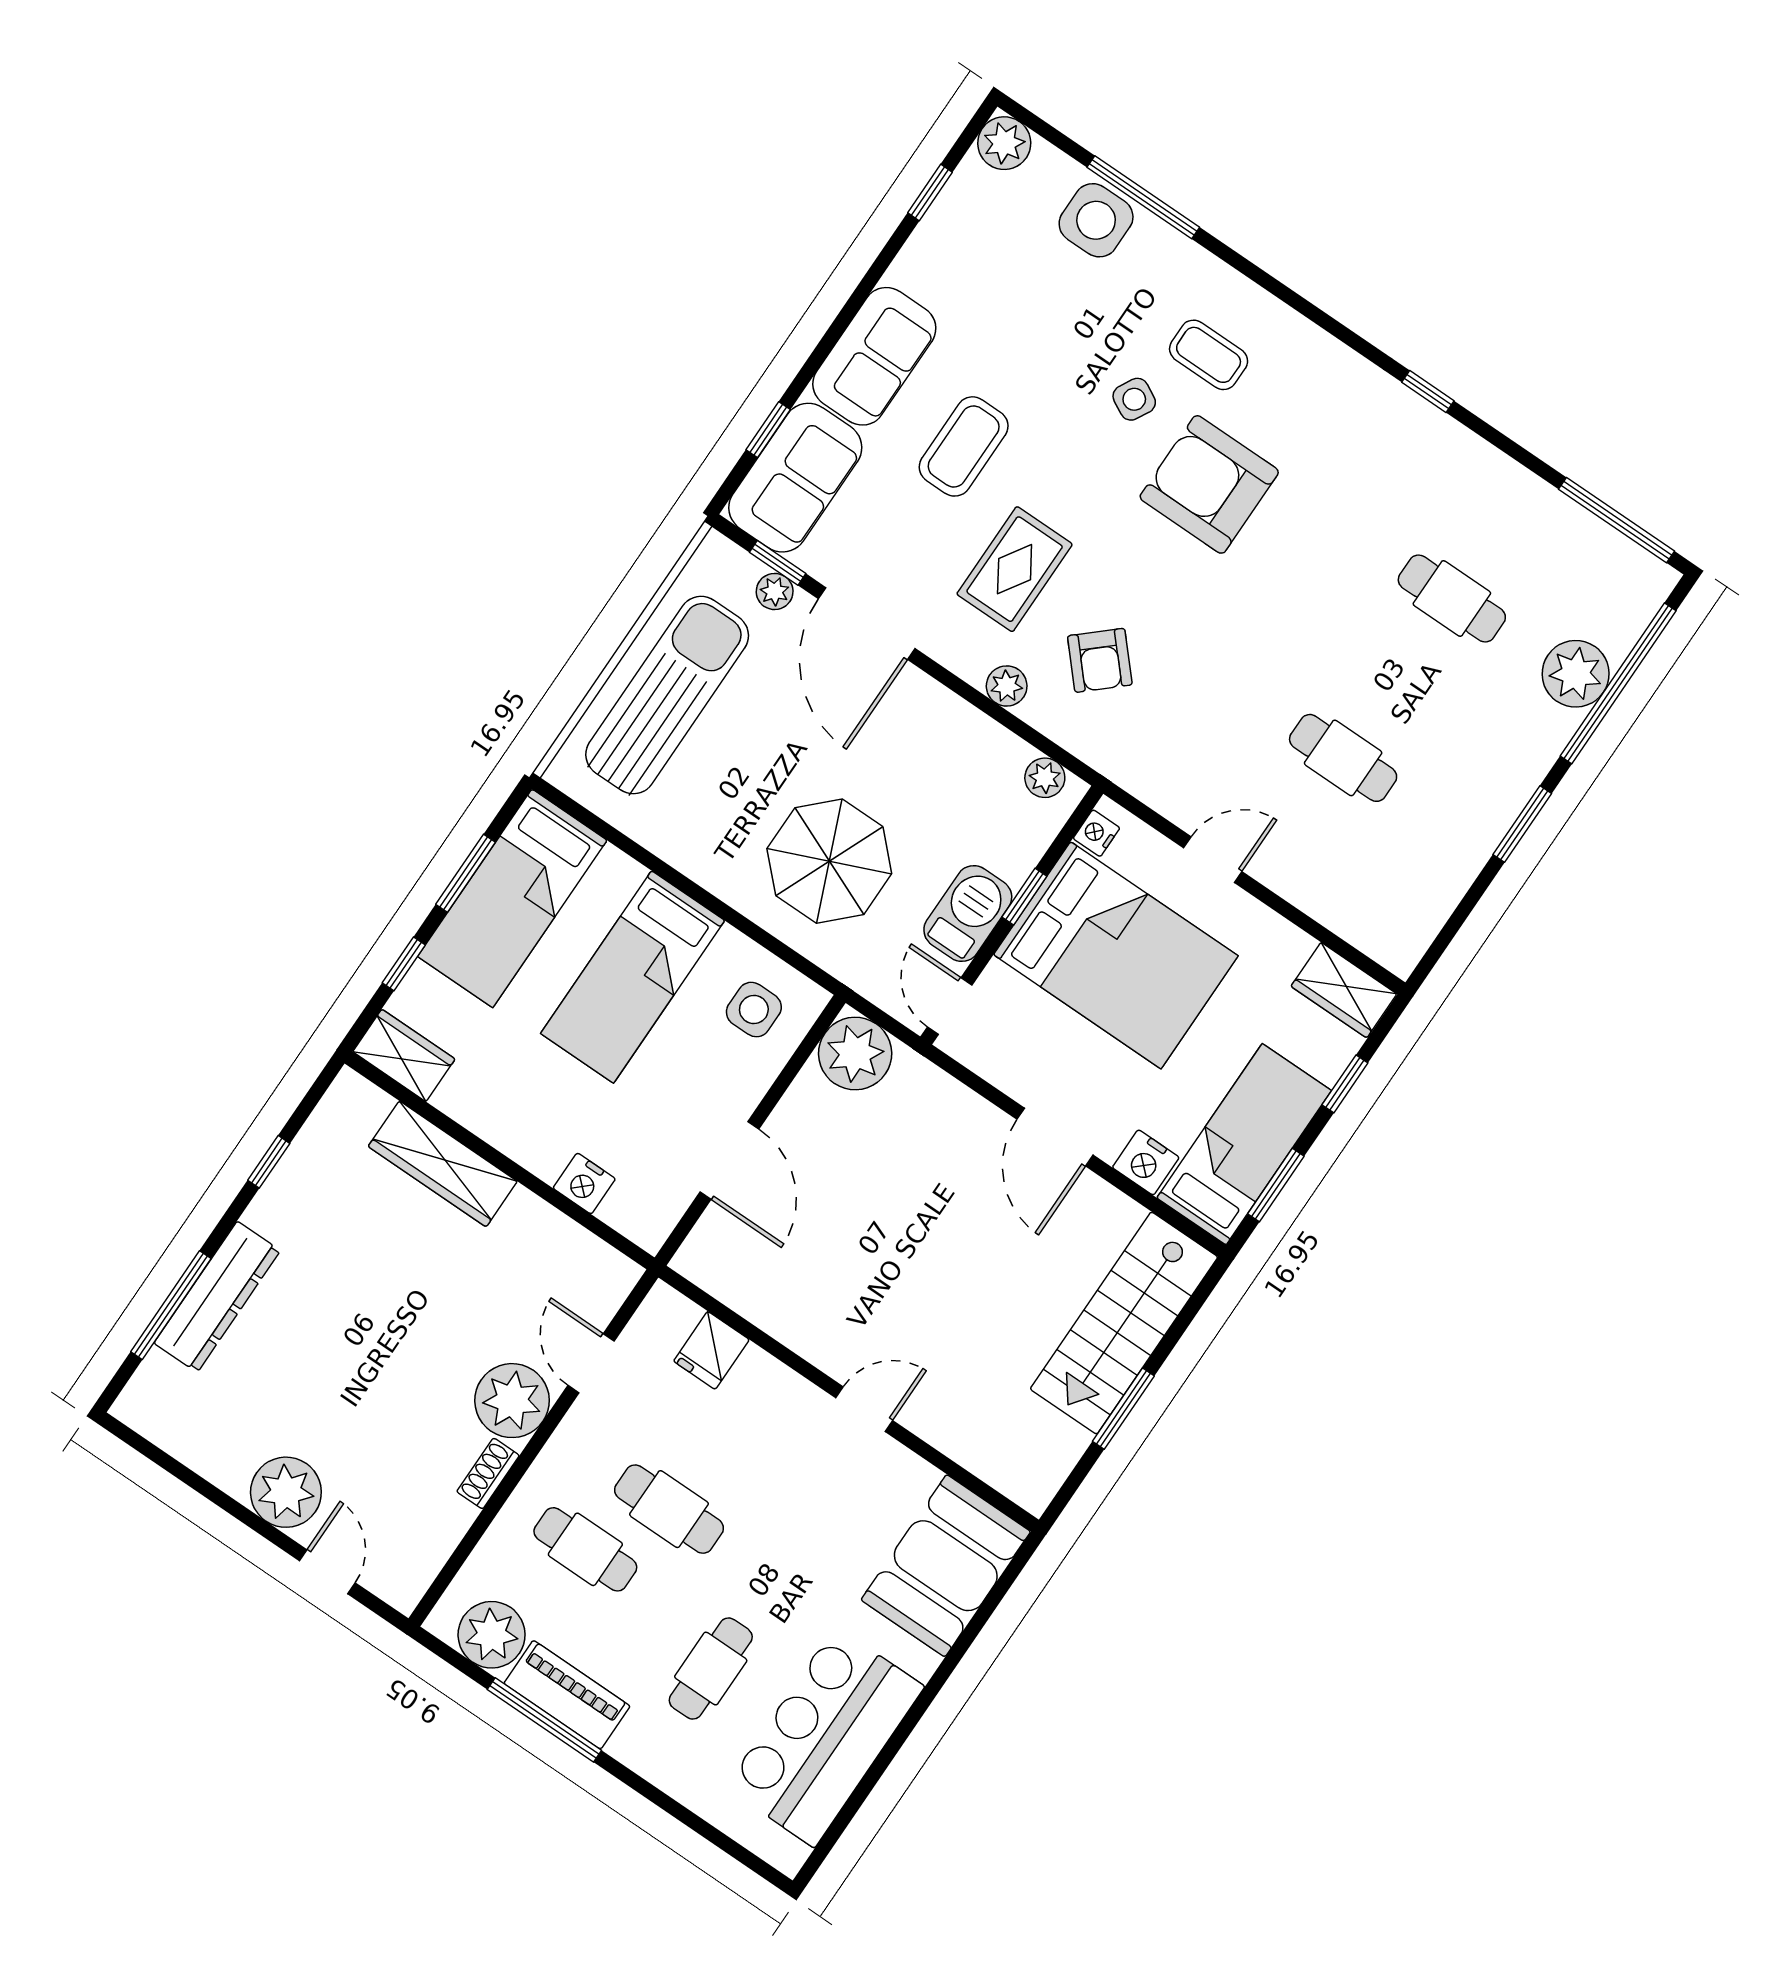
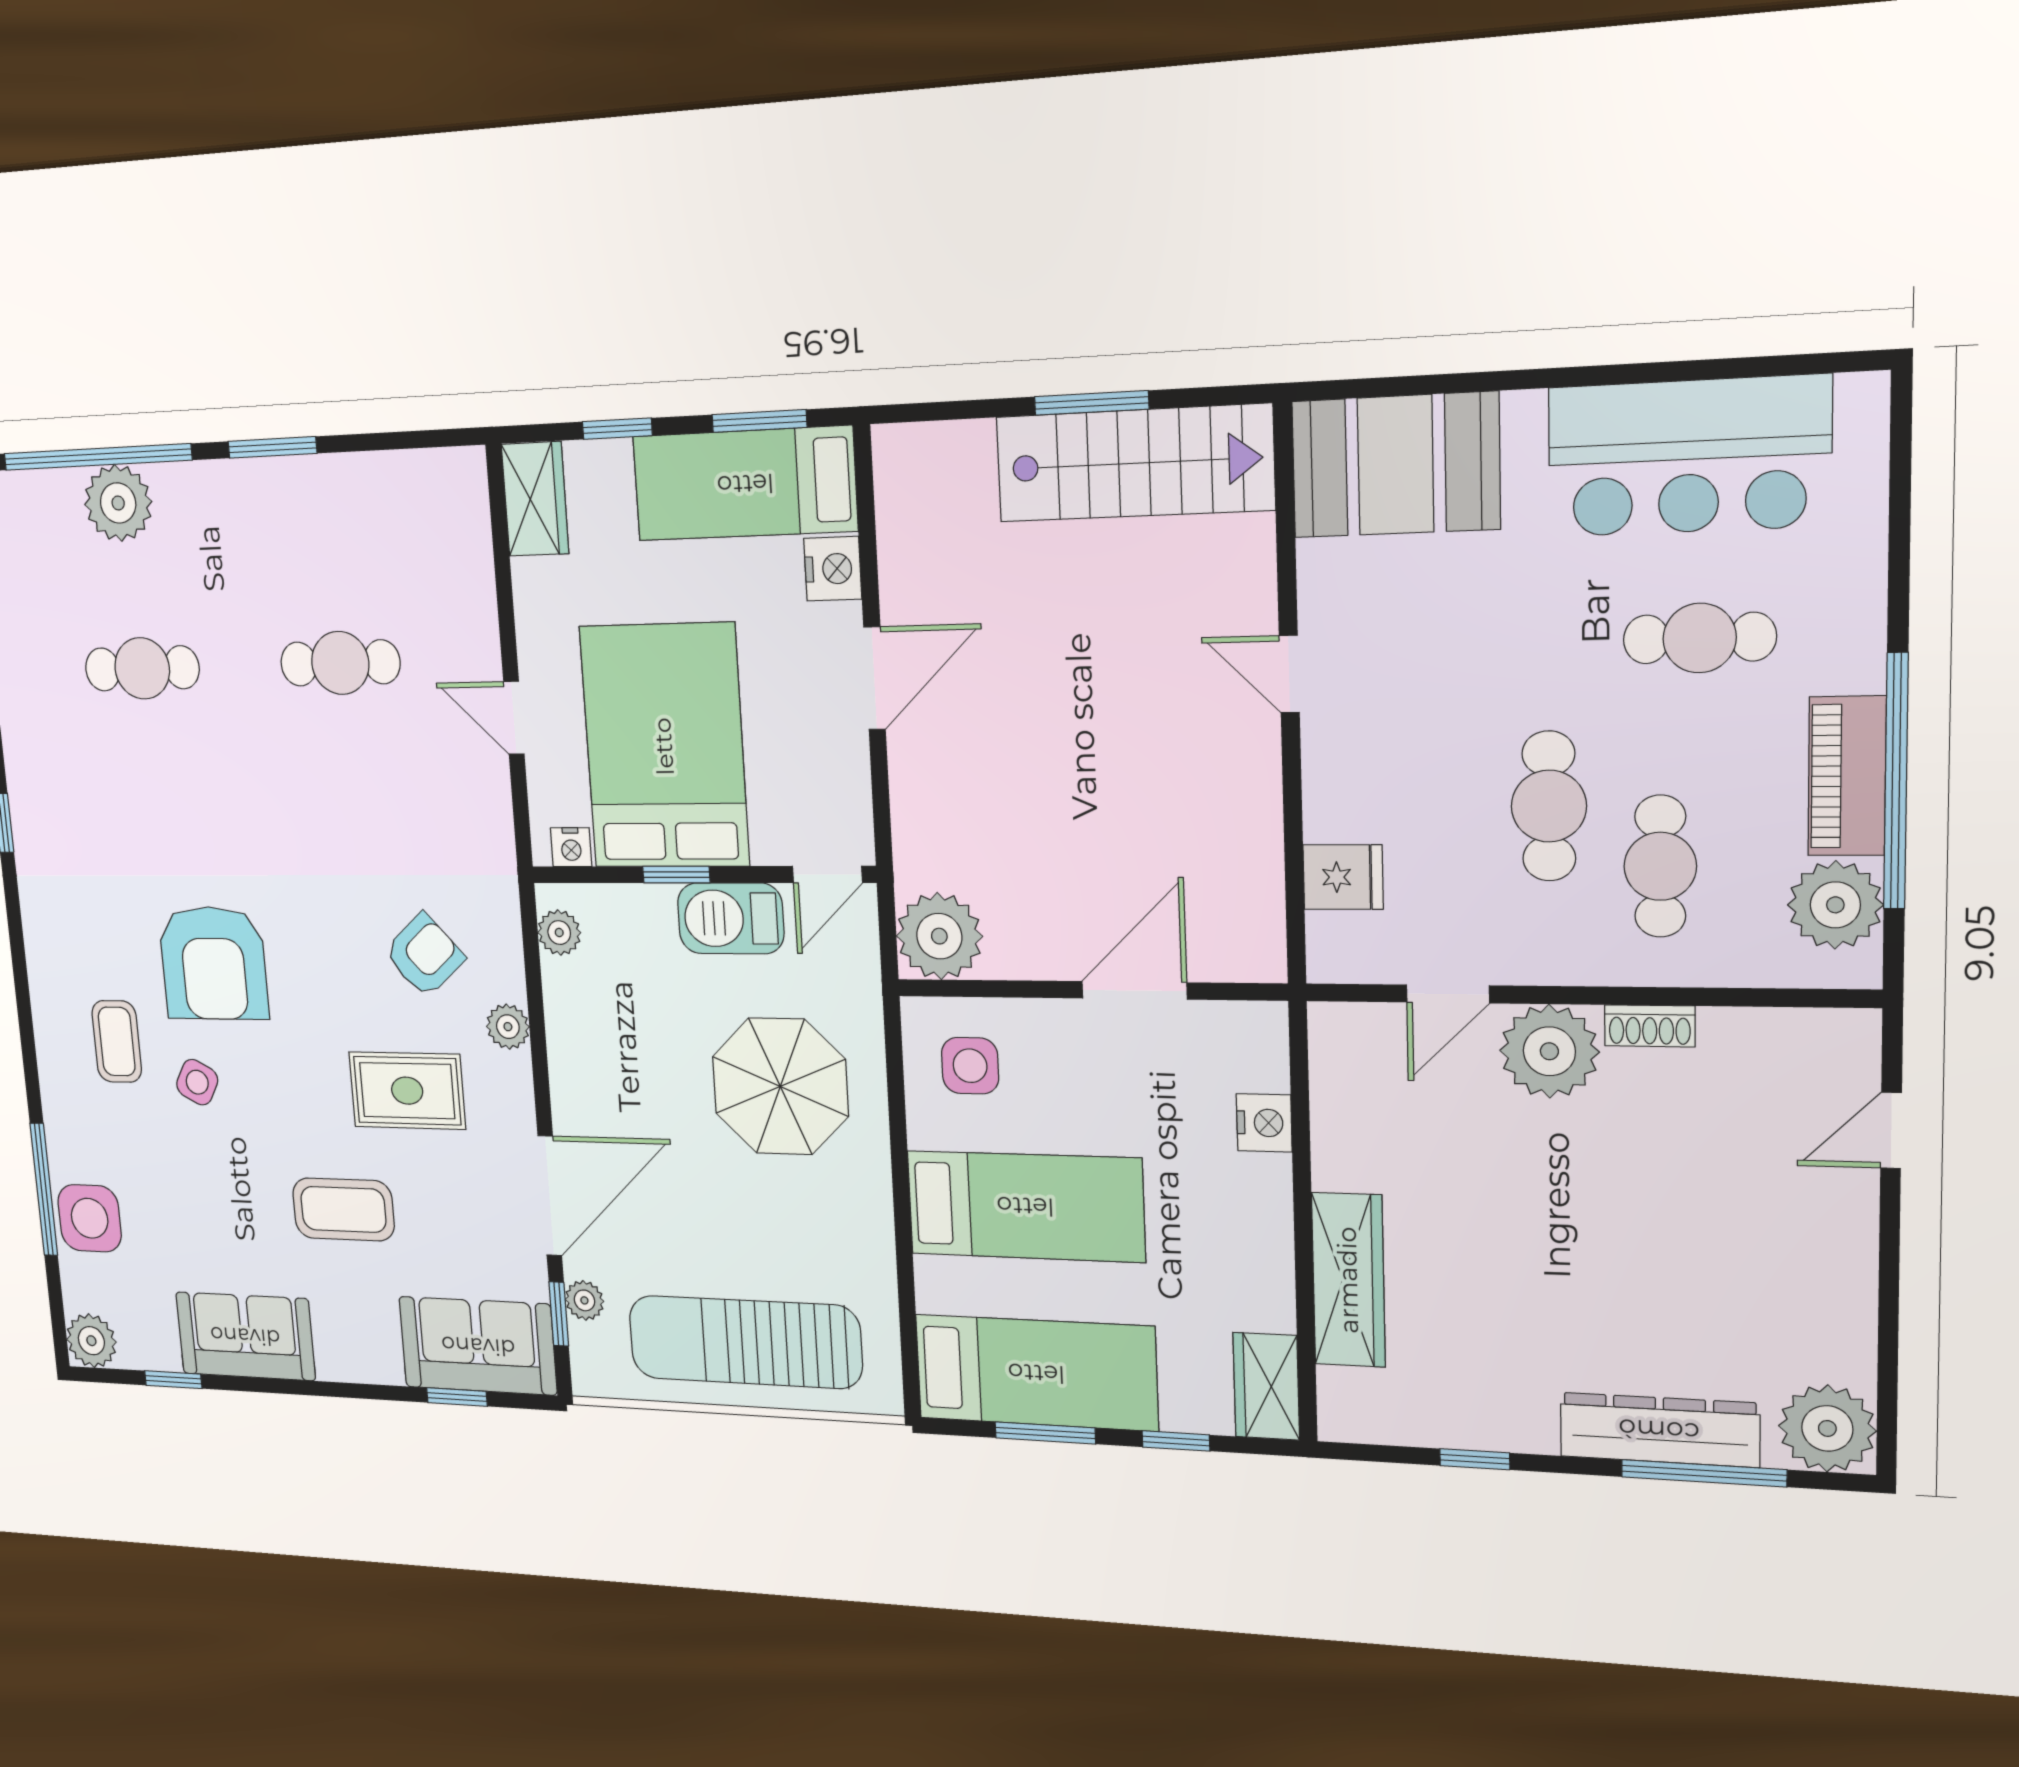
sofa: (874, 356) -> (245, 1336), moved
cafe table: (1452, 598) -> (142, 668), turned 90
cafe table: (1343, 758) -> (340, 663), turned 90
stairs: (1124, 1323) -> (1134, 463), moved
plant: (286, 1492) -> (1827, 1428), moved
window: (544, 1720) -> (1896, 782), width x1.46

